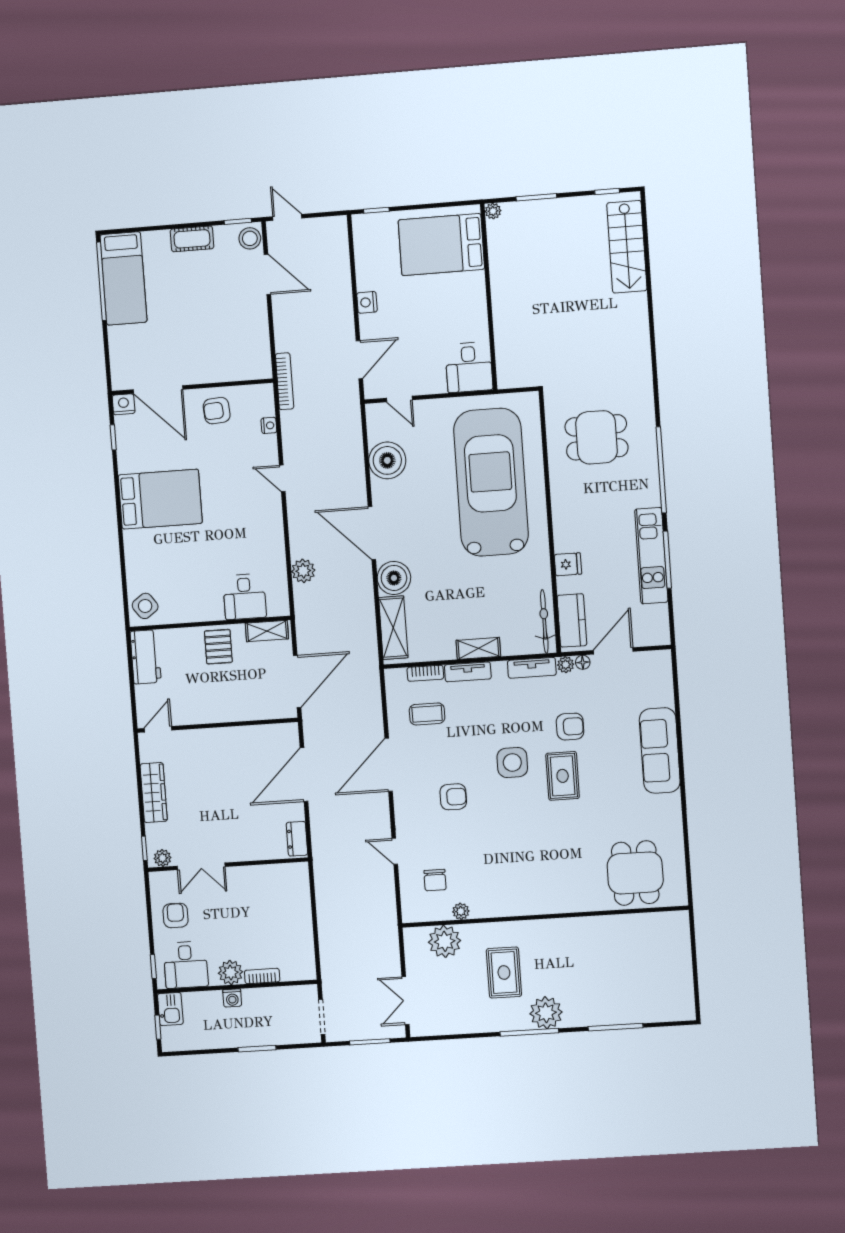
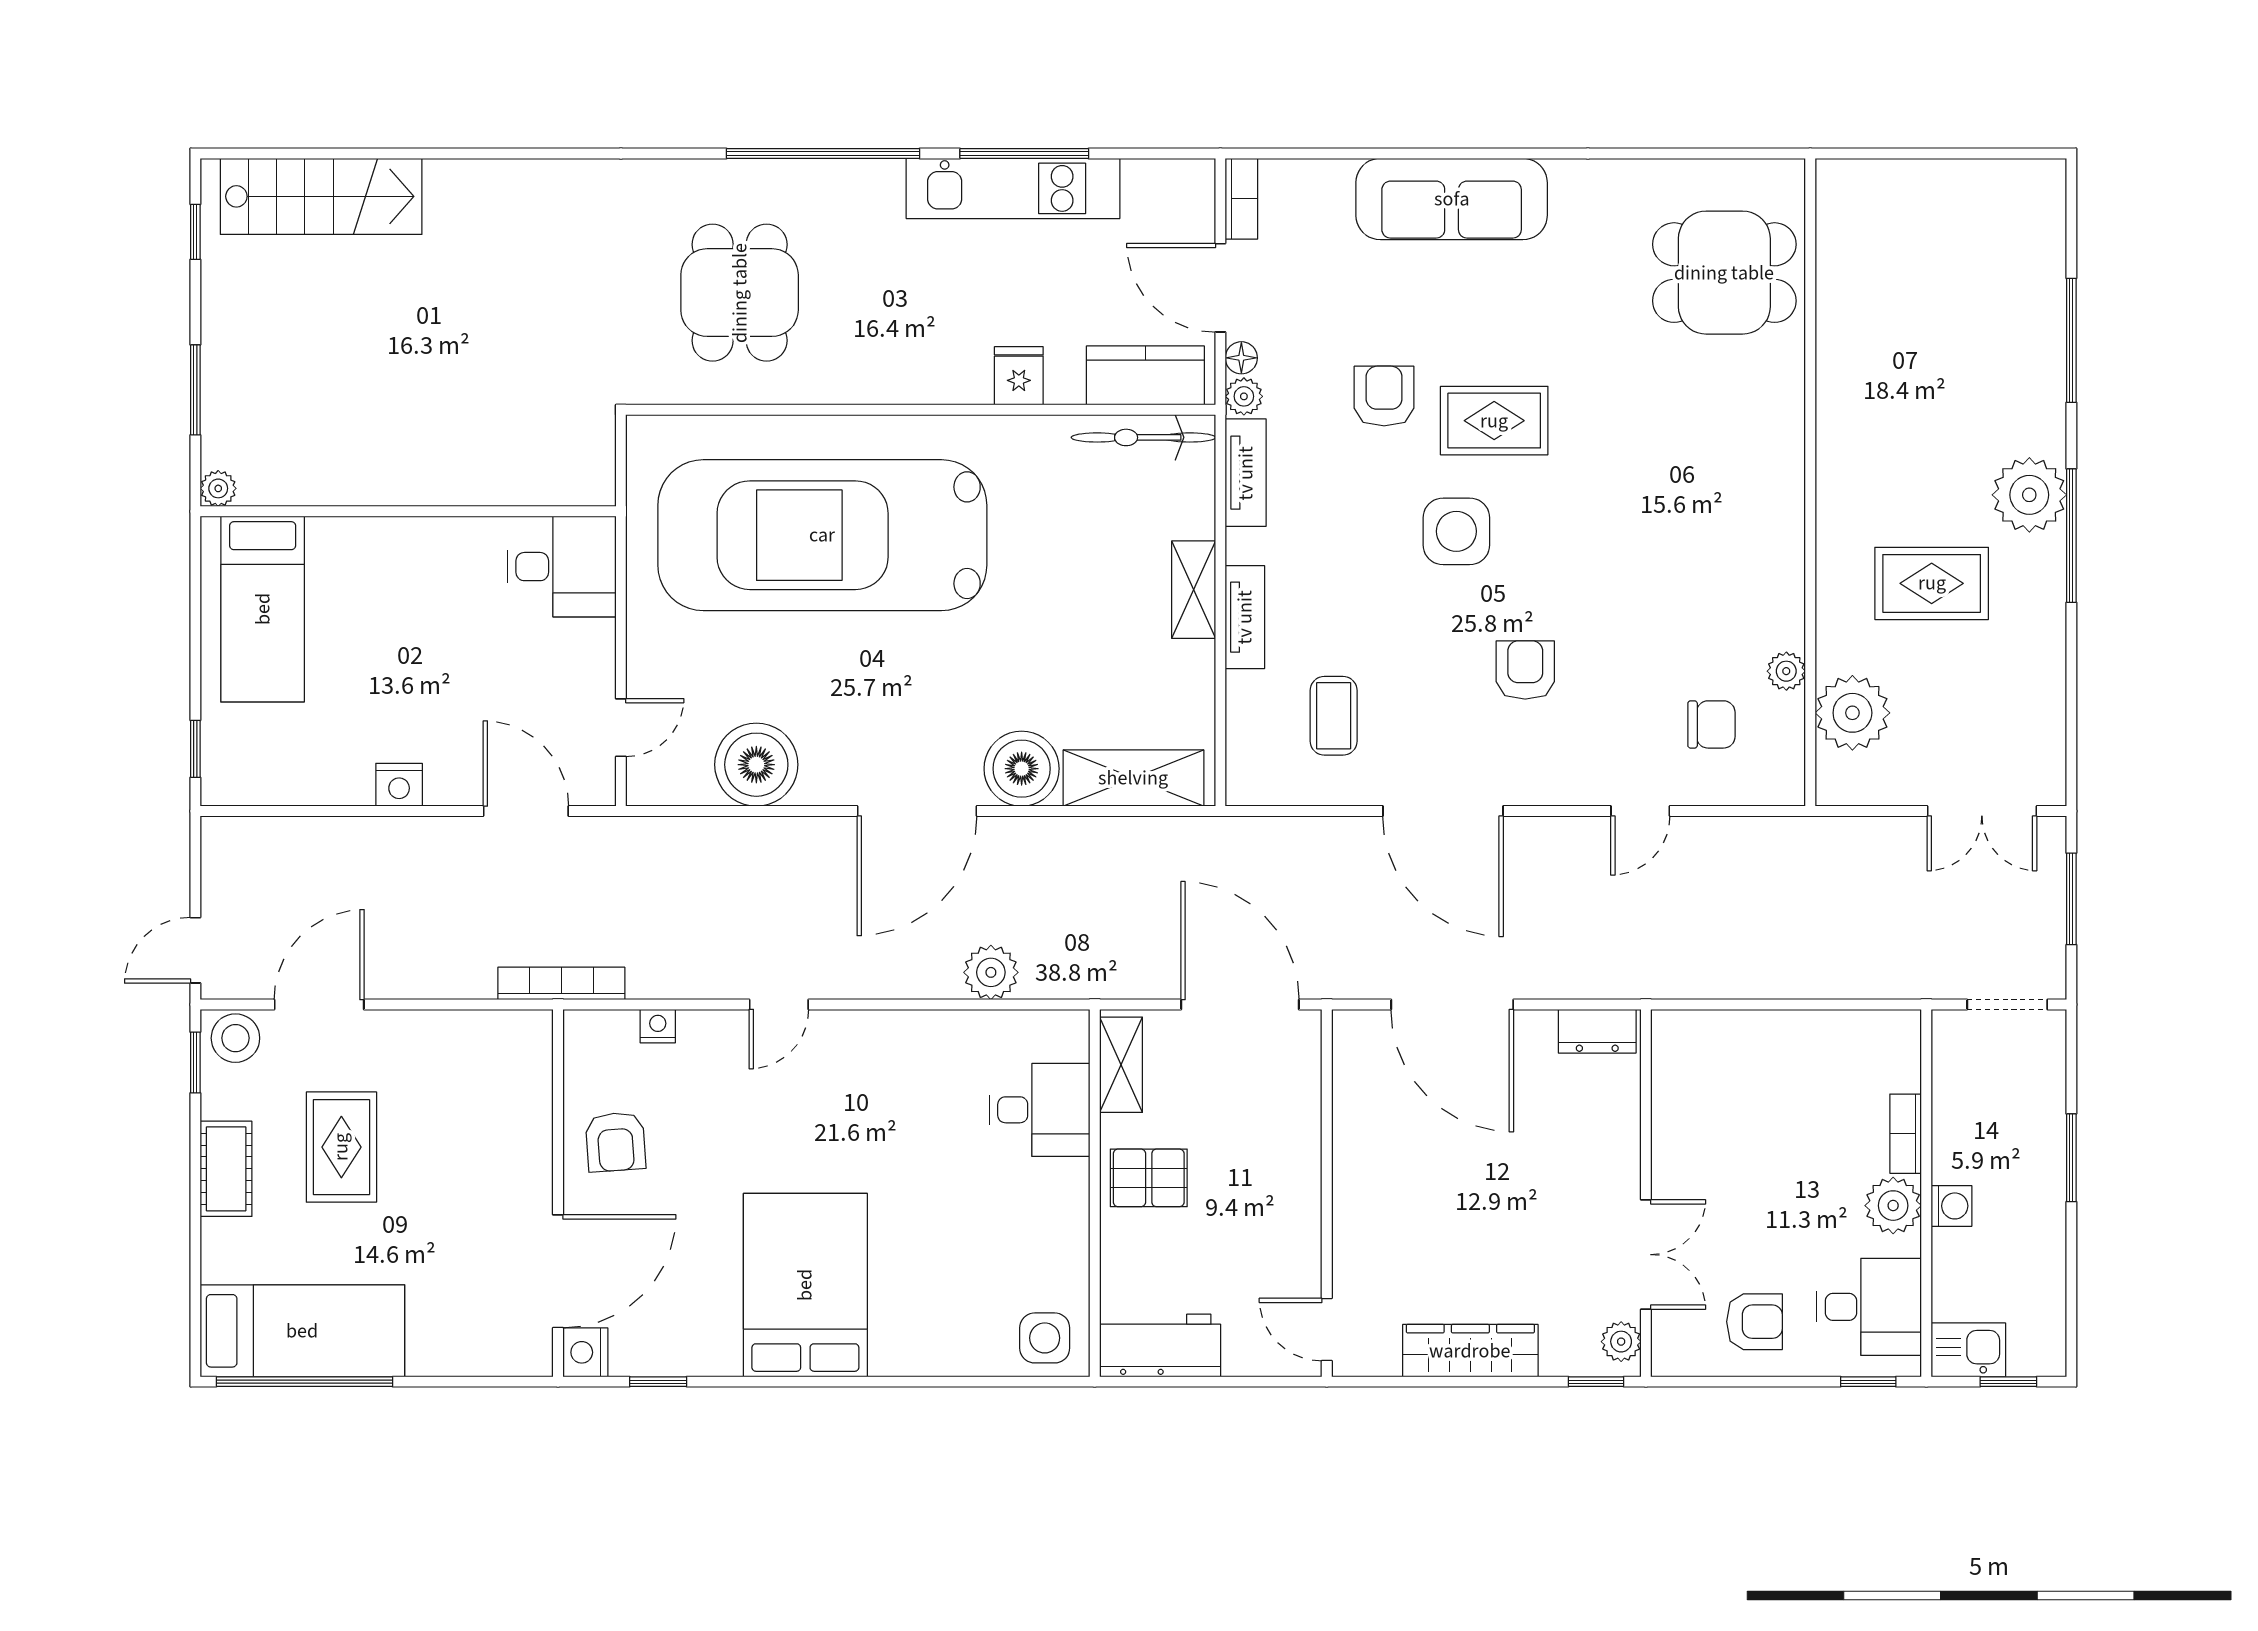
bed: (441, 245) -> (263, 609), width x0.67
rug: (205, 289) -> (341, 1147), added
side table: (145, 606) -> (1045, 1338), turned 36
bookcase: (425, 673) -> (1241, 199), moved
armchair: (176, 915) -> (1755, 1322), turned 180

